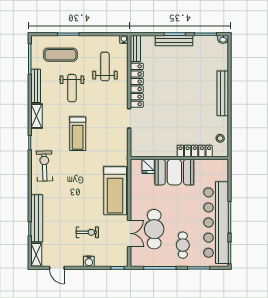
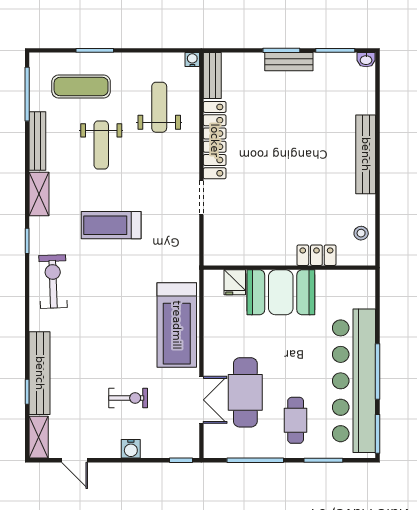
bench: (174, 41) -> (289, 62), width x0.73
treadmill: (78, 134) -> (111, 225), turned 90
locker: (195, 151) -> (316, 255), width x0.66

